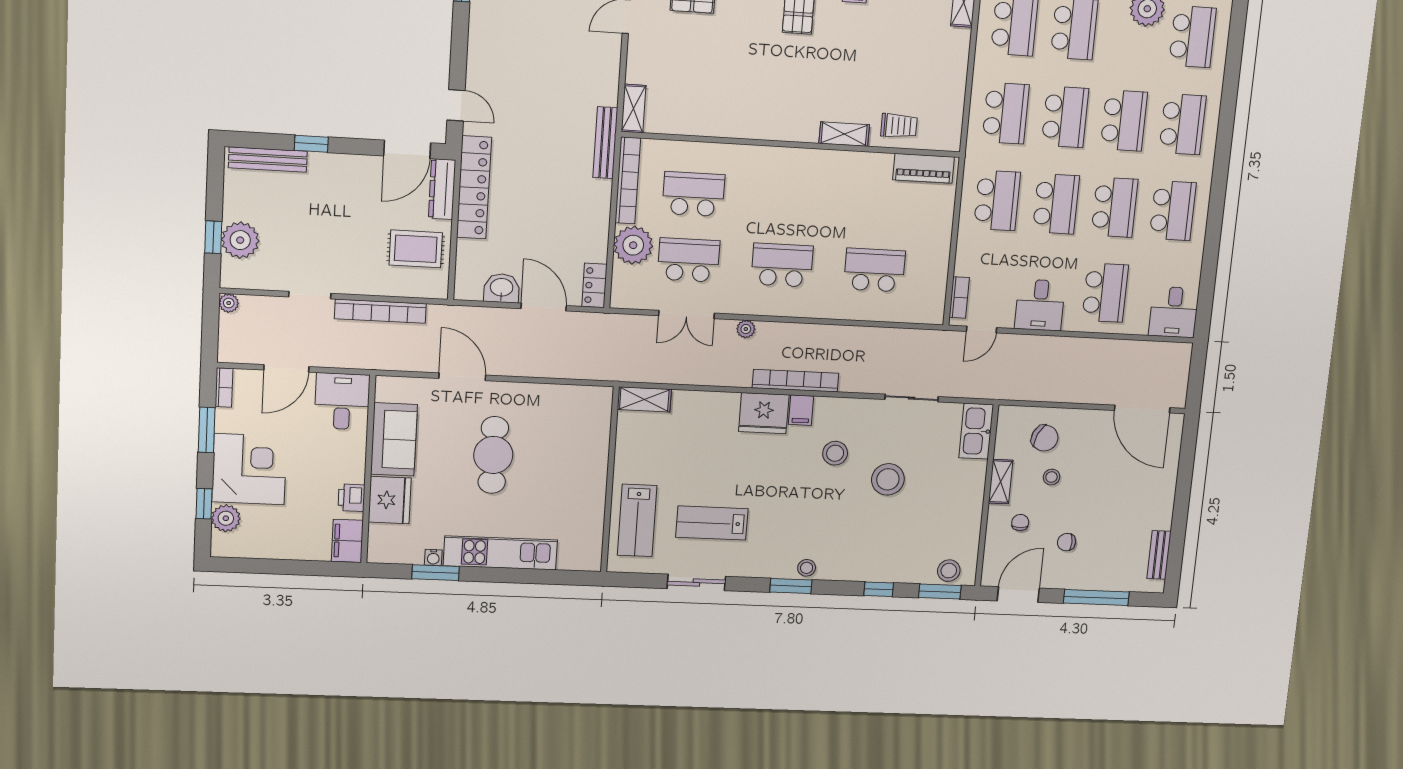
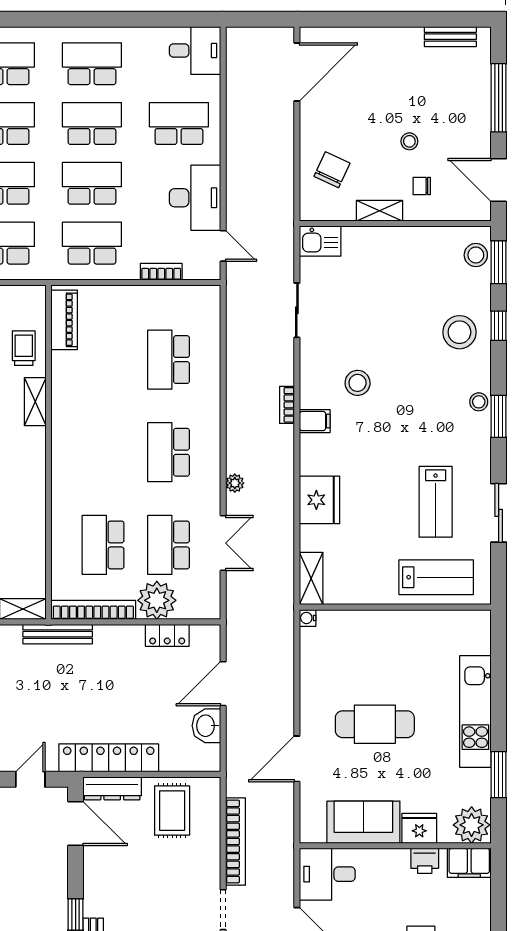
locker: (594, 285) -> (167, 635), moved
bookcase: (959, 297) -> (161, 272), moved
desk: (1040, 305) -> (195, 198), width x1.37
bookcase: (795, 381) -> (287, 405), width x0.43, depth x0.76
fridge: (764, 413) -> (320, 500), moved
kitchen sink: (976, 431) -> (320, 241), width x0.73
stool: (1052, 477) -> (409, 141), moved
stool: (888, 479) -> (459, 332), moved
fridge: (390, 500) -> (419, 828), width x0.73, depth x0.75
chair: (1066, 542) -> (441, 135), removed
plant: (386, 545) -> (472, 825), added
water cooler: (433, 557) -> (308, 618), moved, turned 180

